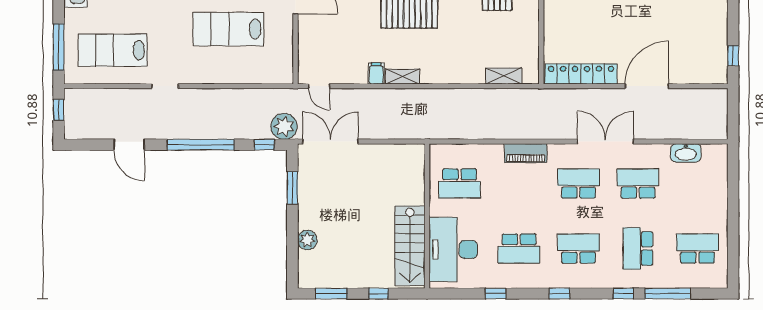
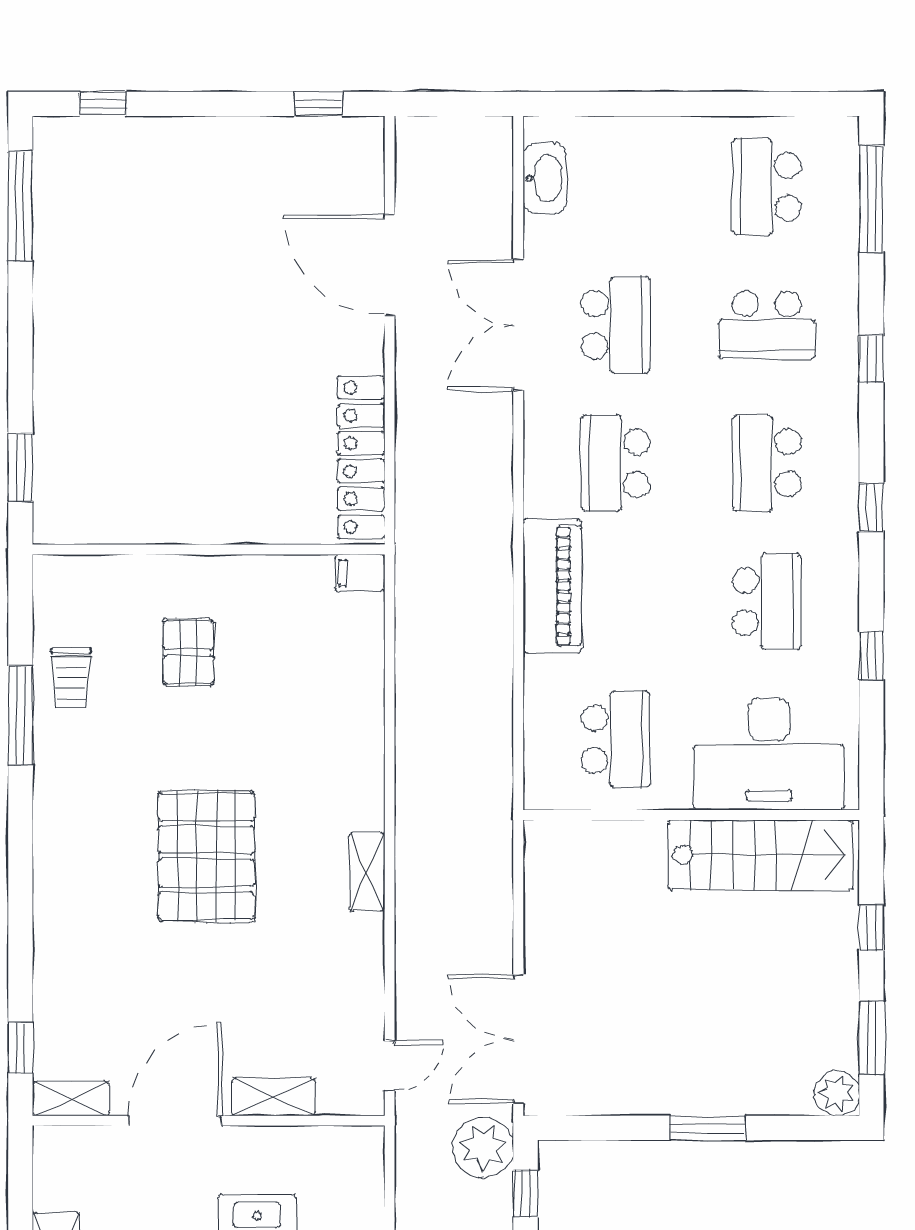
filing cabinet: (376, 73) -> (360, 573), moved
shelving: (504, 76) -> (274, 1097), moved, turned 90
door: (647, 86) -> (390, 265), moved
double door: (605, 142) -> (518, 325), moved
piano: (526, 153) -> (552, 586), width x1.37, depth x1.33
washbasin: (686, 153) -> (545, 178), moved
school desk: (638, 183) -> (616, 325), turned 180
window: (292, 188) -> (707, 1128), moved
plant: (307, 240) -> (837, 1093), moved
window: (668, 294) -> (871, 199), moved

